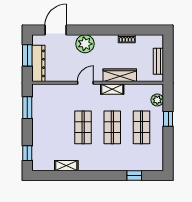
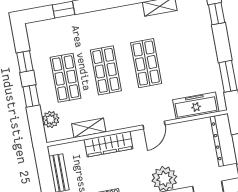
shelving: (112, 89) -> (89, 128), moved
freezer: (54, 91) -> (196, 106), added
window: (168, 144) -> (25, 62), added

